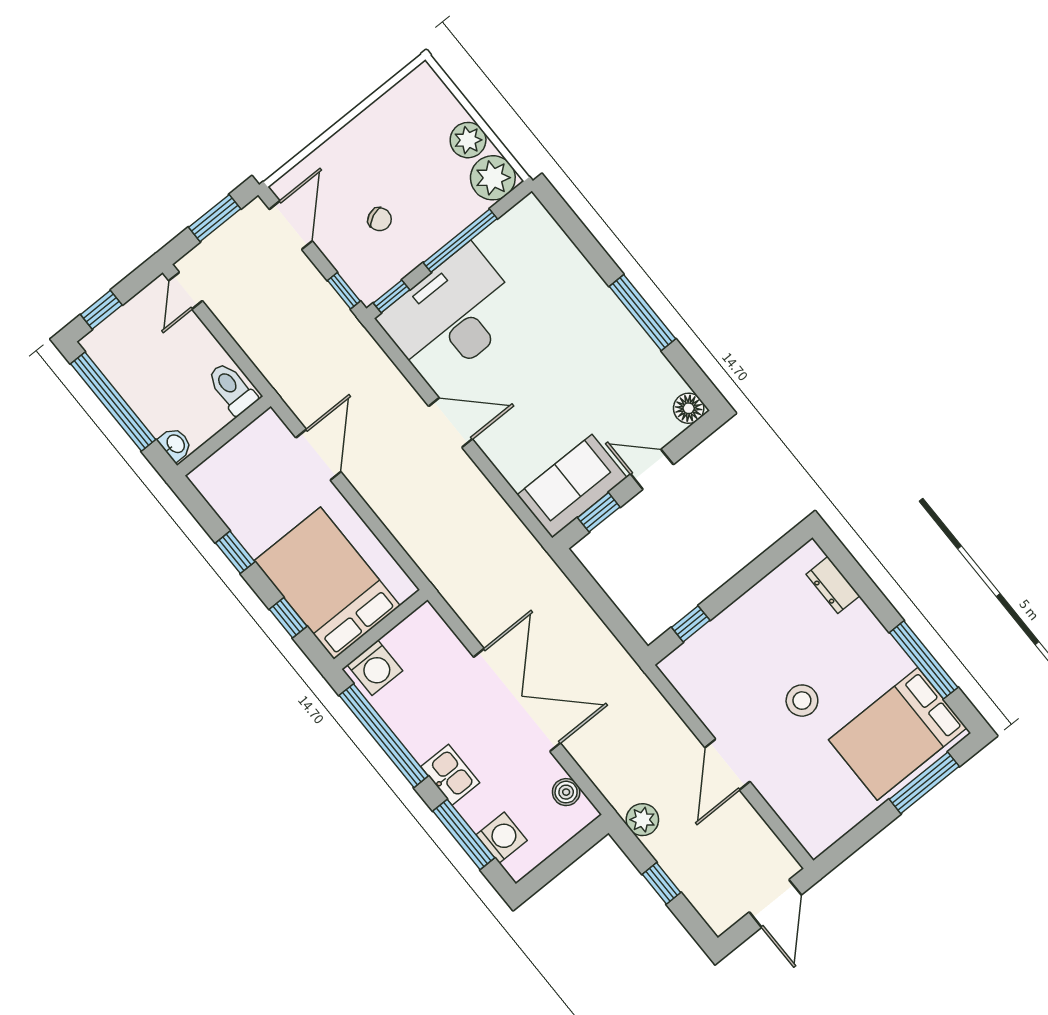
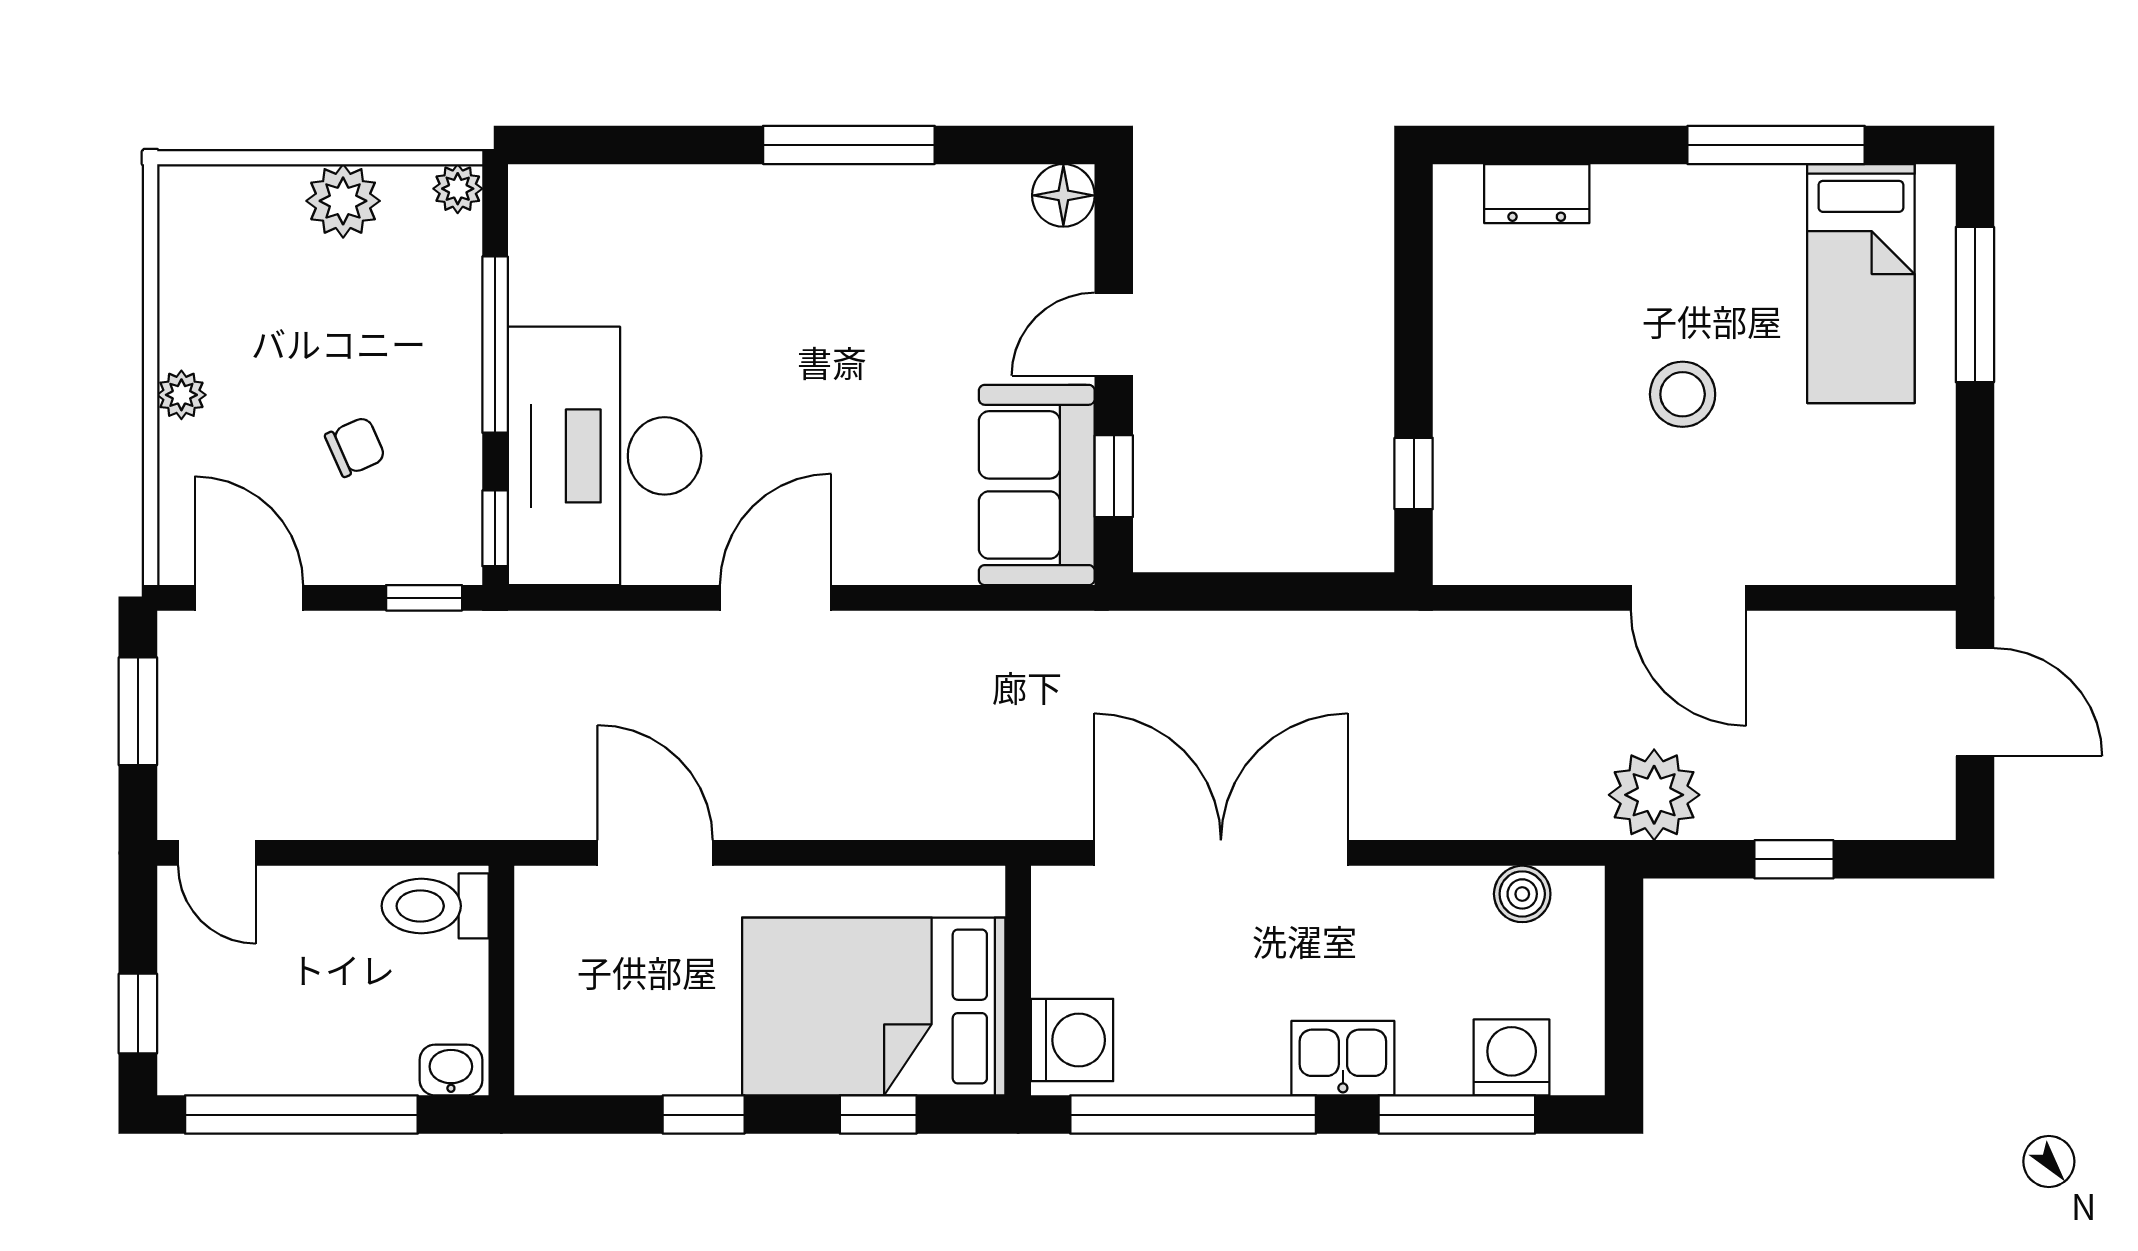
plant: (346, 138) -> (181, 395), added
plant: (493, 178) -> (458, 189), width x0.53, depth x0.53
double door: (517, 700) -> (1221, 853), moved
bed: (898, 734) -> (1861, 284), width x0.67
plant: (642, 820) -> (1654, 795), width x1.36, depth x1.36

